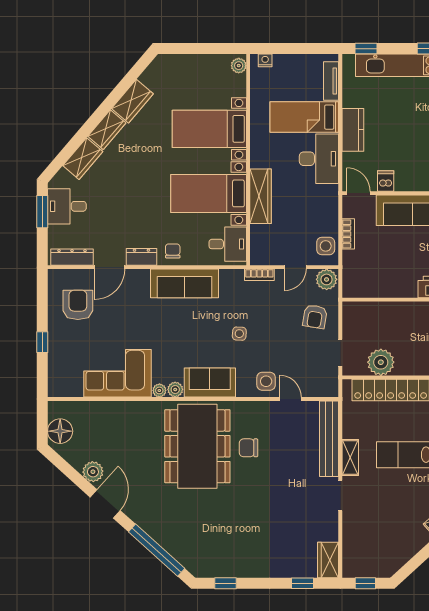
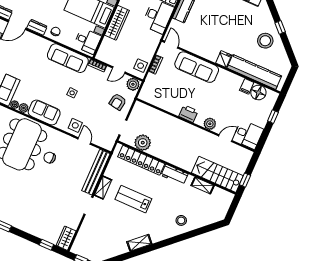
dishwasher: (386, 181) -> (189, 45), removed
sofa: (184, 283) -> (68, 58), moved

